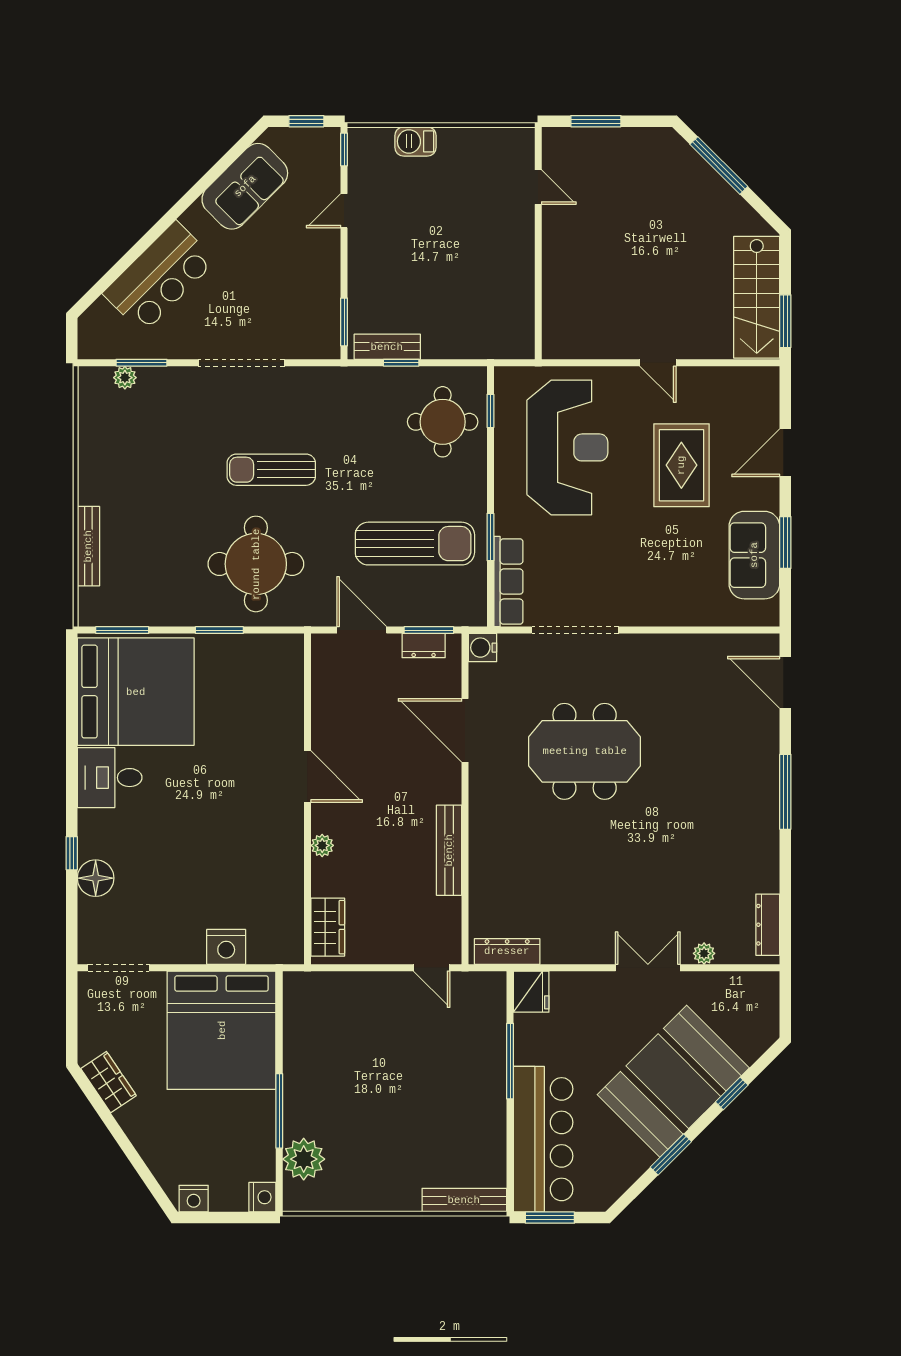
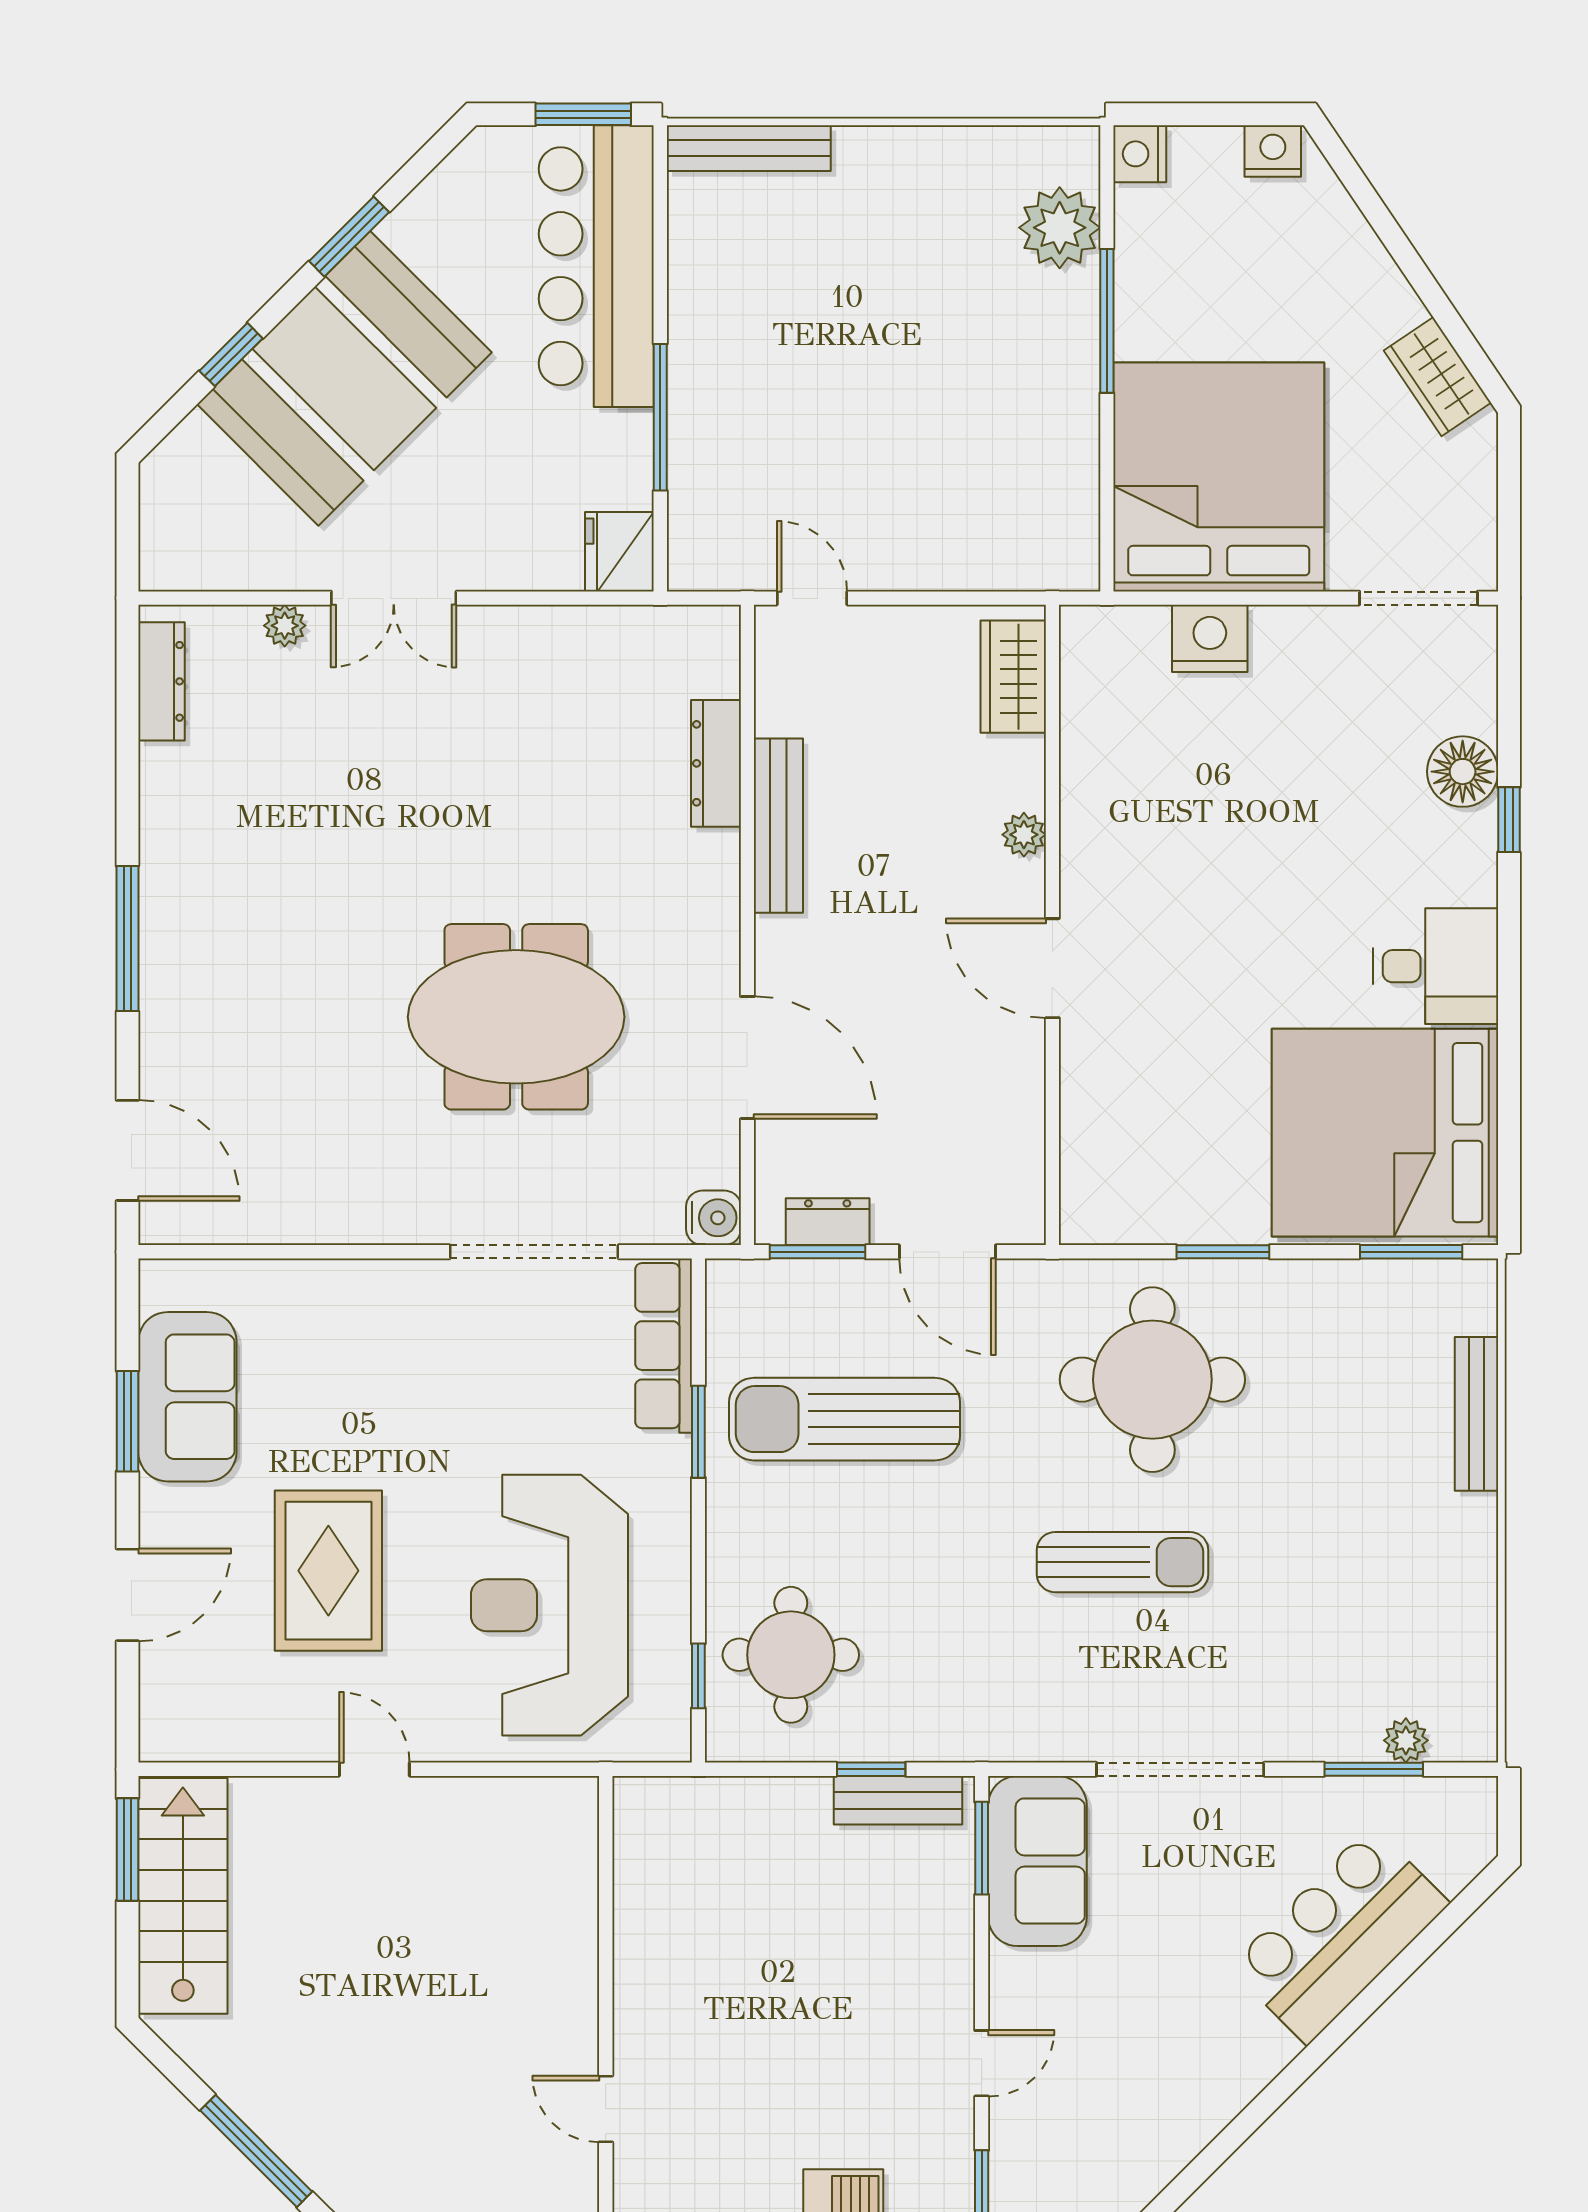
sofa: (245, 186) -> (1037, 1861), moved, turned 135
dresser: (507, 951) -> (716, 763), moved, turned 90

